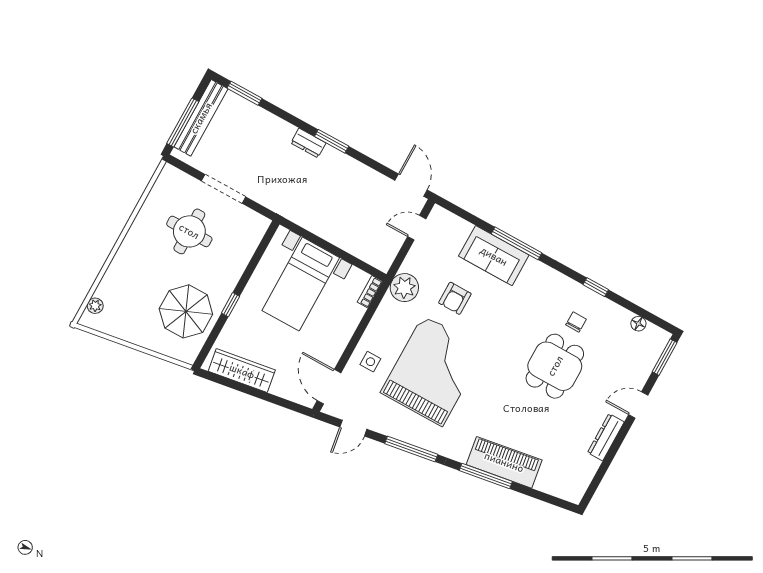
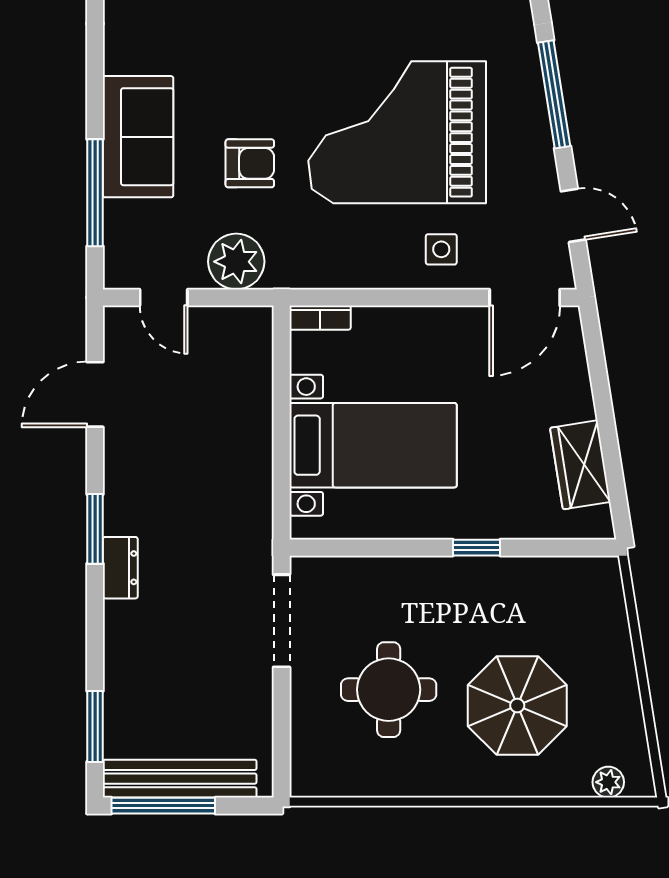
window: (183, 123) -> (163, 806), moved
door: (411, 185) -> (95, 394), moved
doorway: (224, 189) -> (282, 621), moved
window: (516, 243) -> (95, 193), moved
plant: (404, 288) -> (236, 262), moved
parasol: (186, 311) -> (517, 706), moved
wardrobe: (242, 371) -> (580, 465), width x0.67

